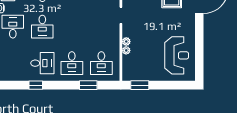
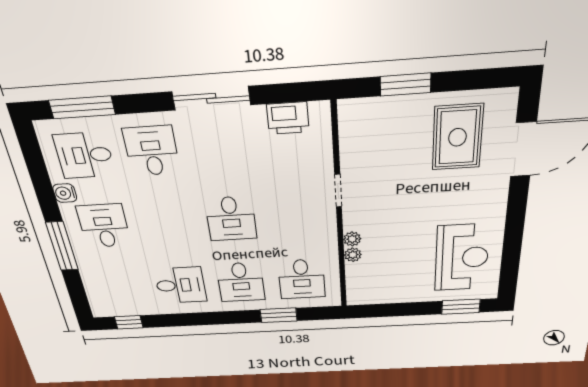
desk: (42, 27) -> (231, 219), moved
window: (36, 85) -> (129, 322), moved
window: (140, 85) -> (461, 307), moved

